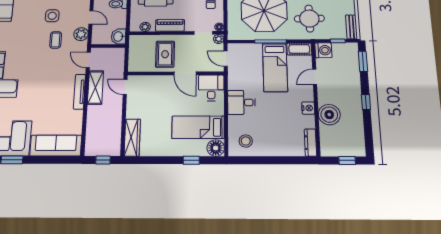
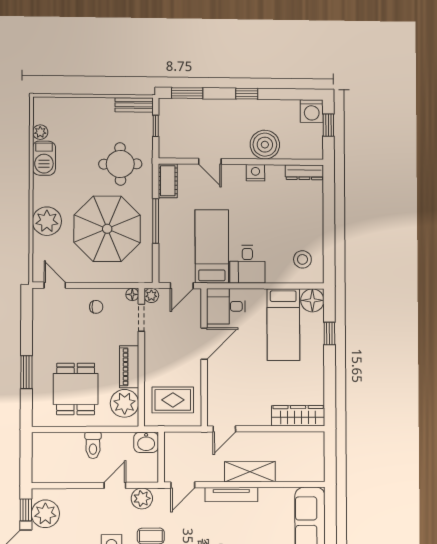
plant: (145, 27) -> (125, 403), width x1.87, depth x1.87
washing machine: (323, 50) -> (312, 111), moved, turned 180
rug: (165, 54) -> (173, 400), moved
bed: (275, 67) -> (212, 246), moved, turned -90
shelving: (95, 88) -> (250, 472), moved
window: (103, 160) -> (330, 455), removed

